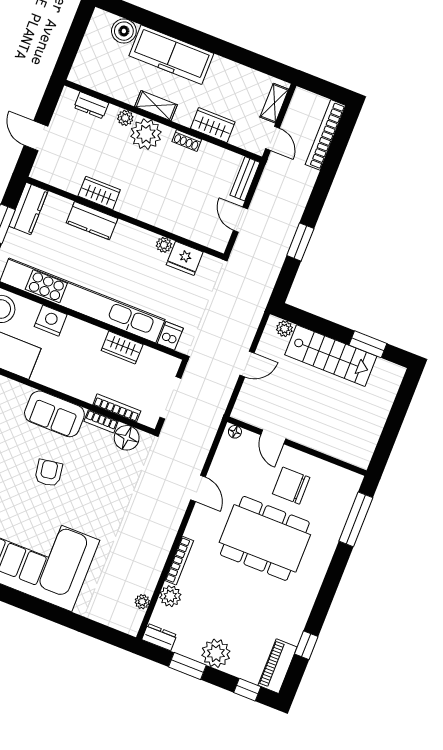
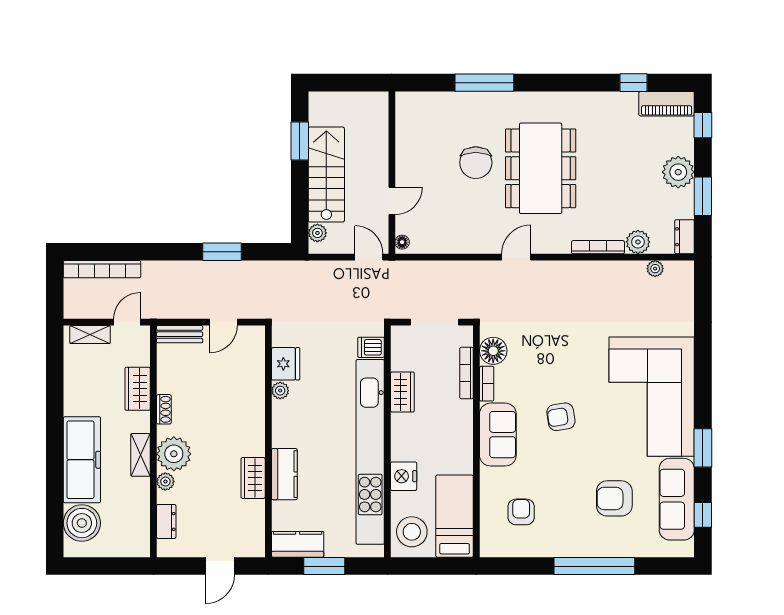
boiler: (124, 31) -> (82, 523), width x1.37, depth x1.37
floor lamp: (235, 432) -> (402, 242), moved
door: (273, 437) -> (392, 201), moved
wall: (297, 446) -> (392, 173), moved

